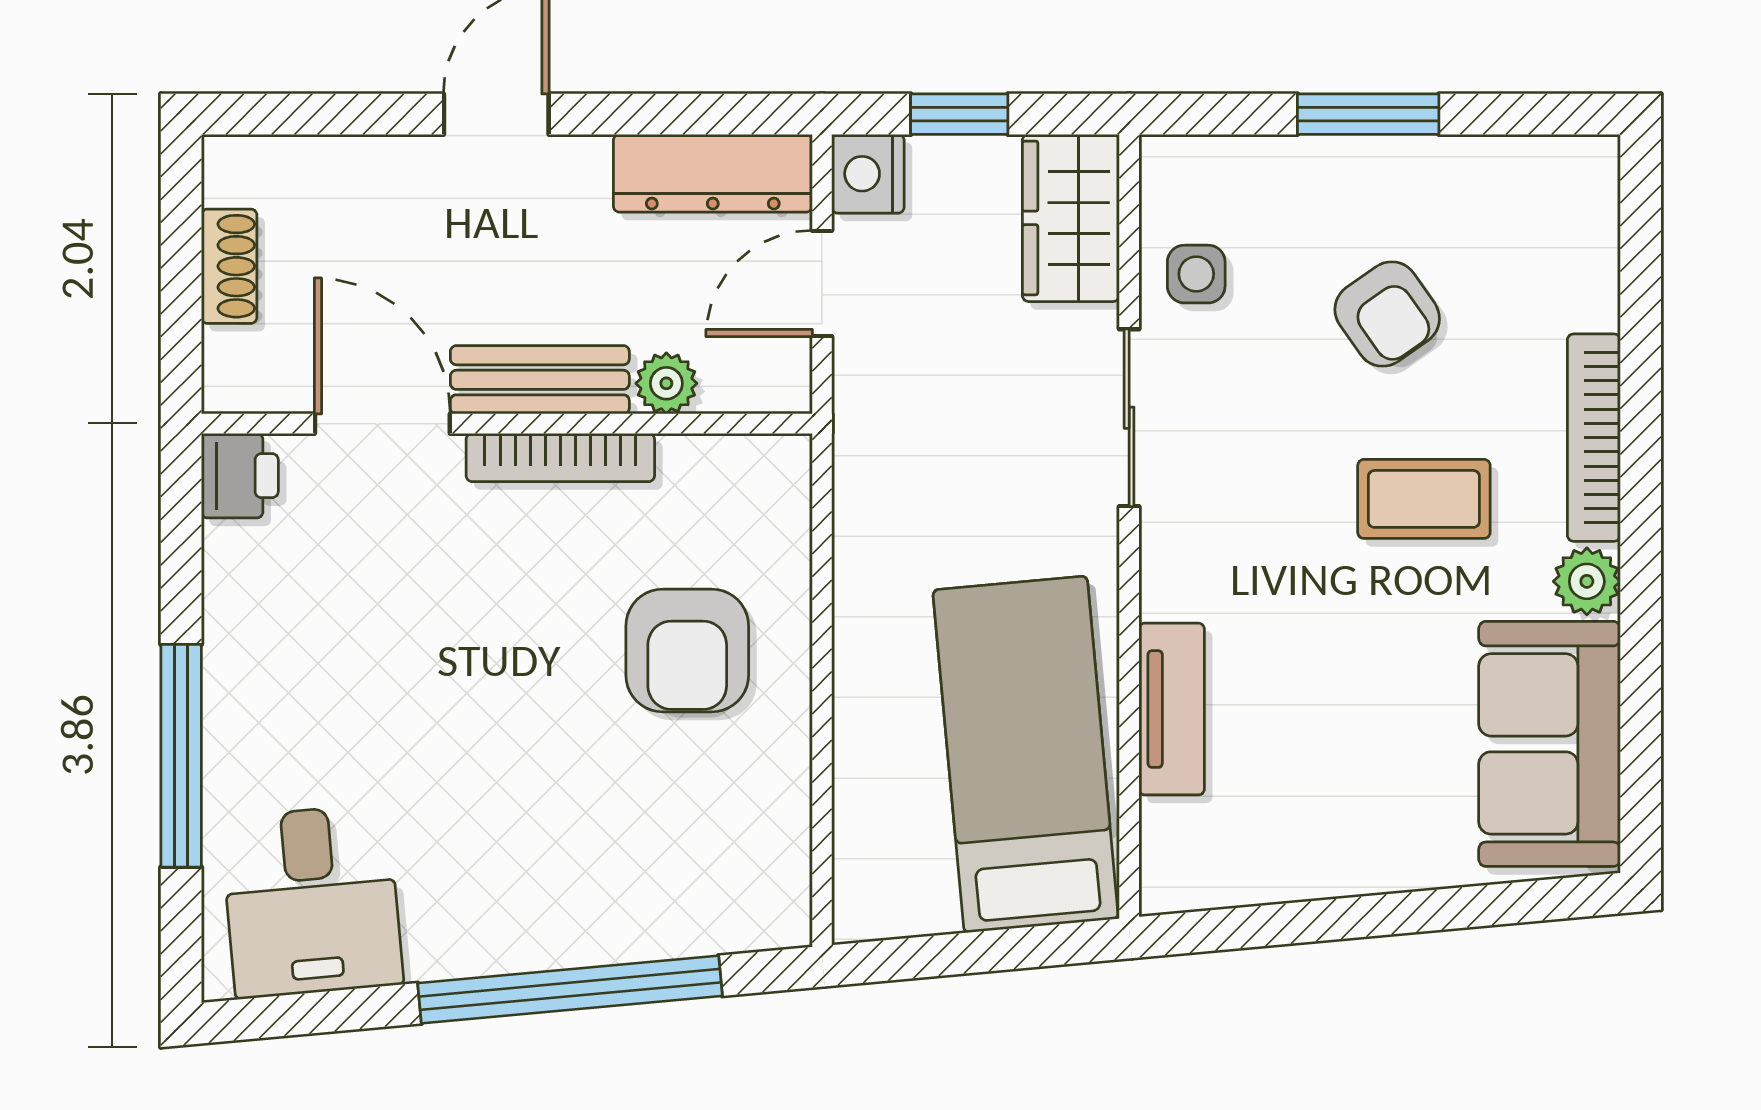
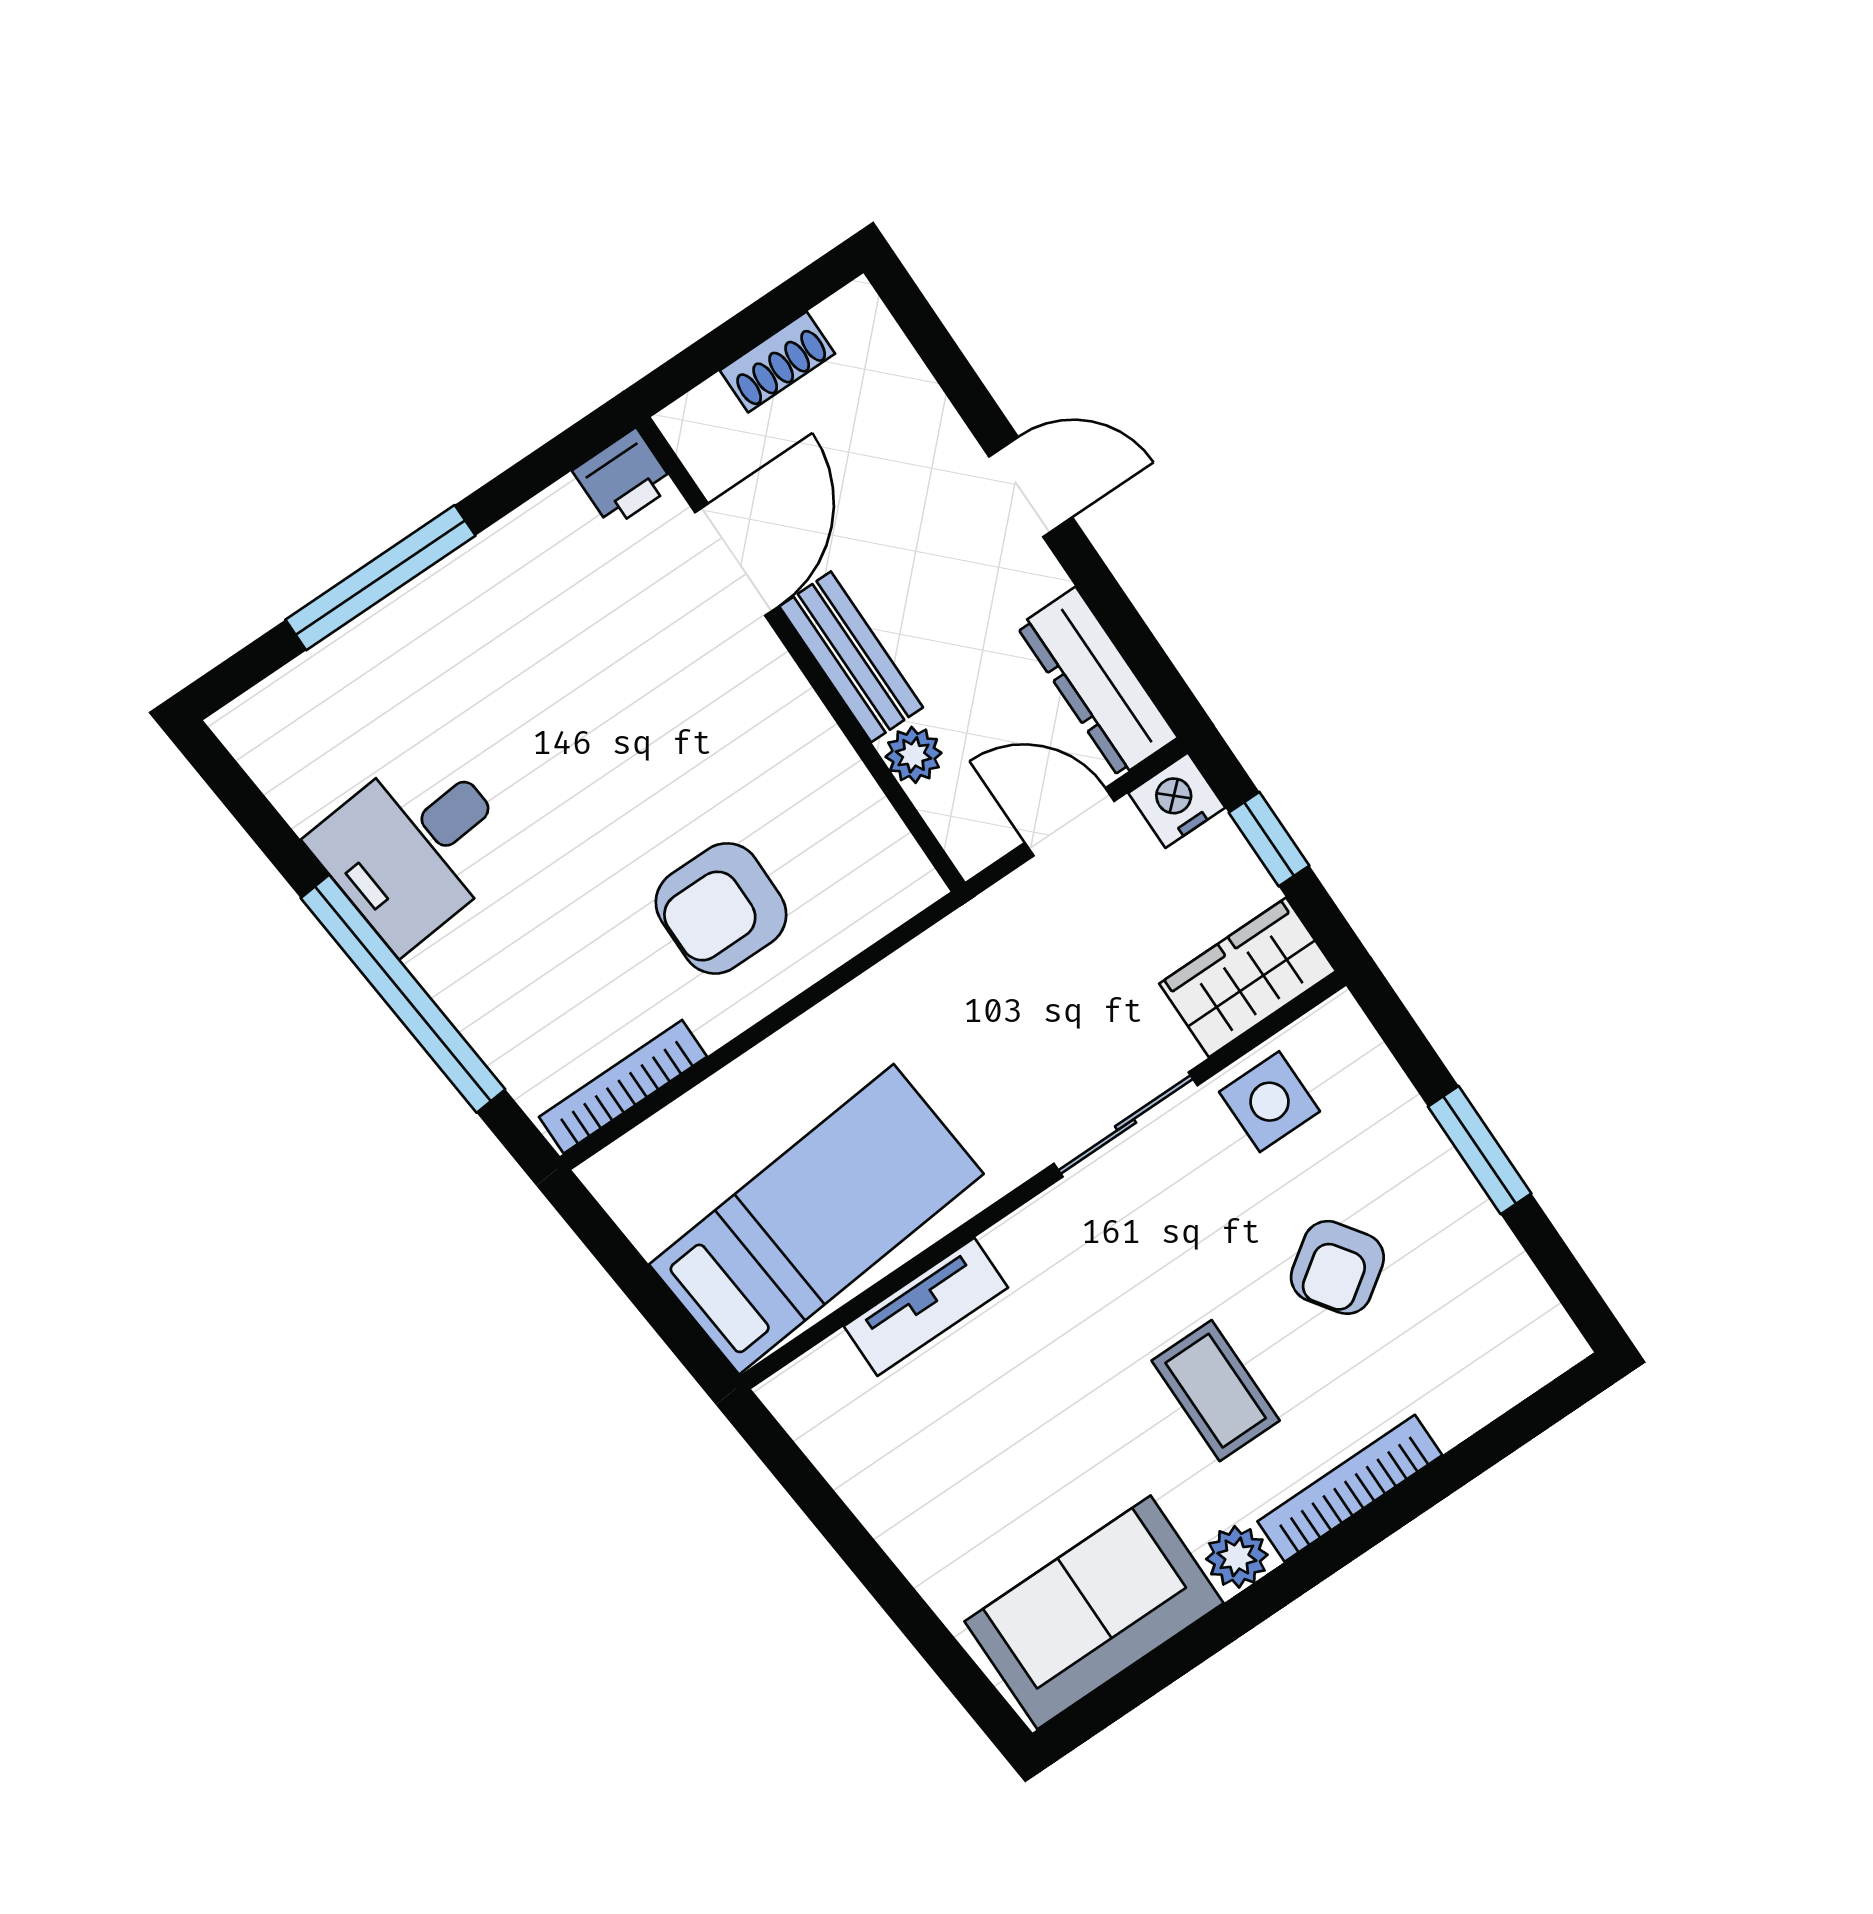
side table: (1196, 274) -> (1269, 1102), width x1.37, depth x1.37
bookcase: (560, 457) -> (623, 1087), moved, turned 90
desk: (312, 901) -> (415, 847), moved

